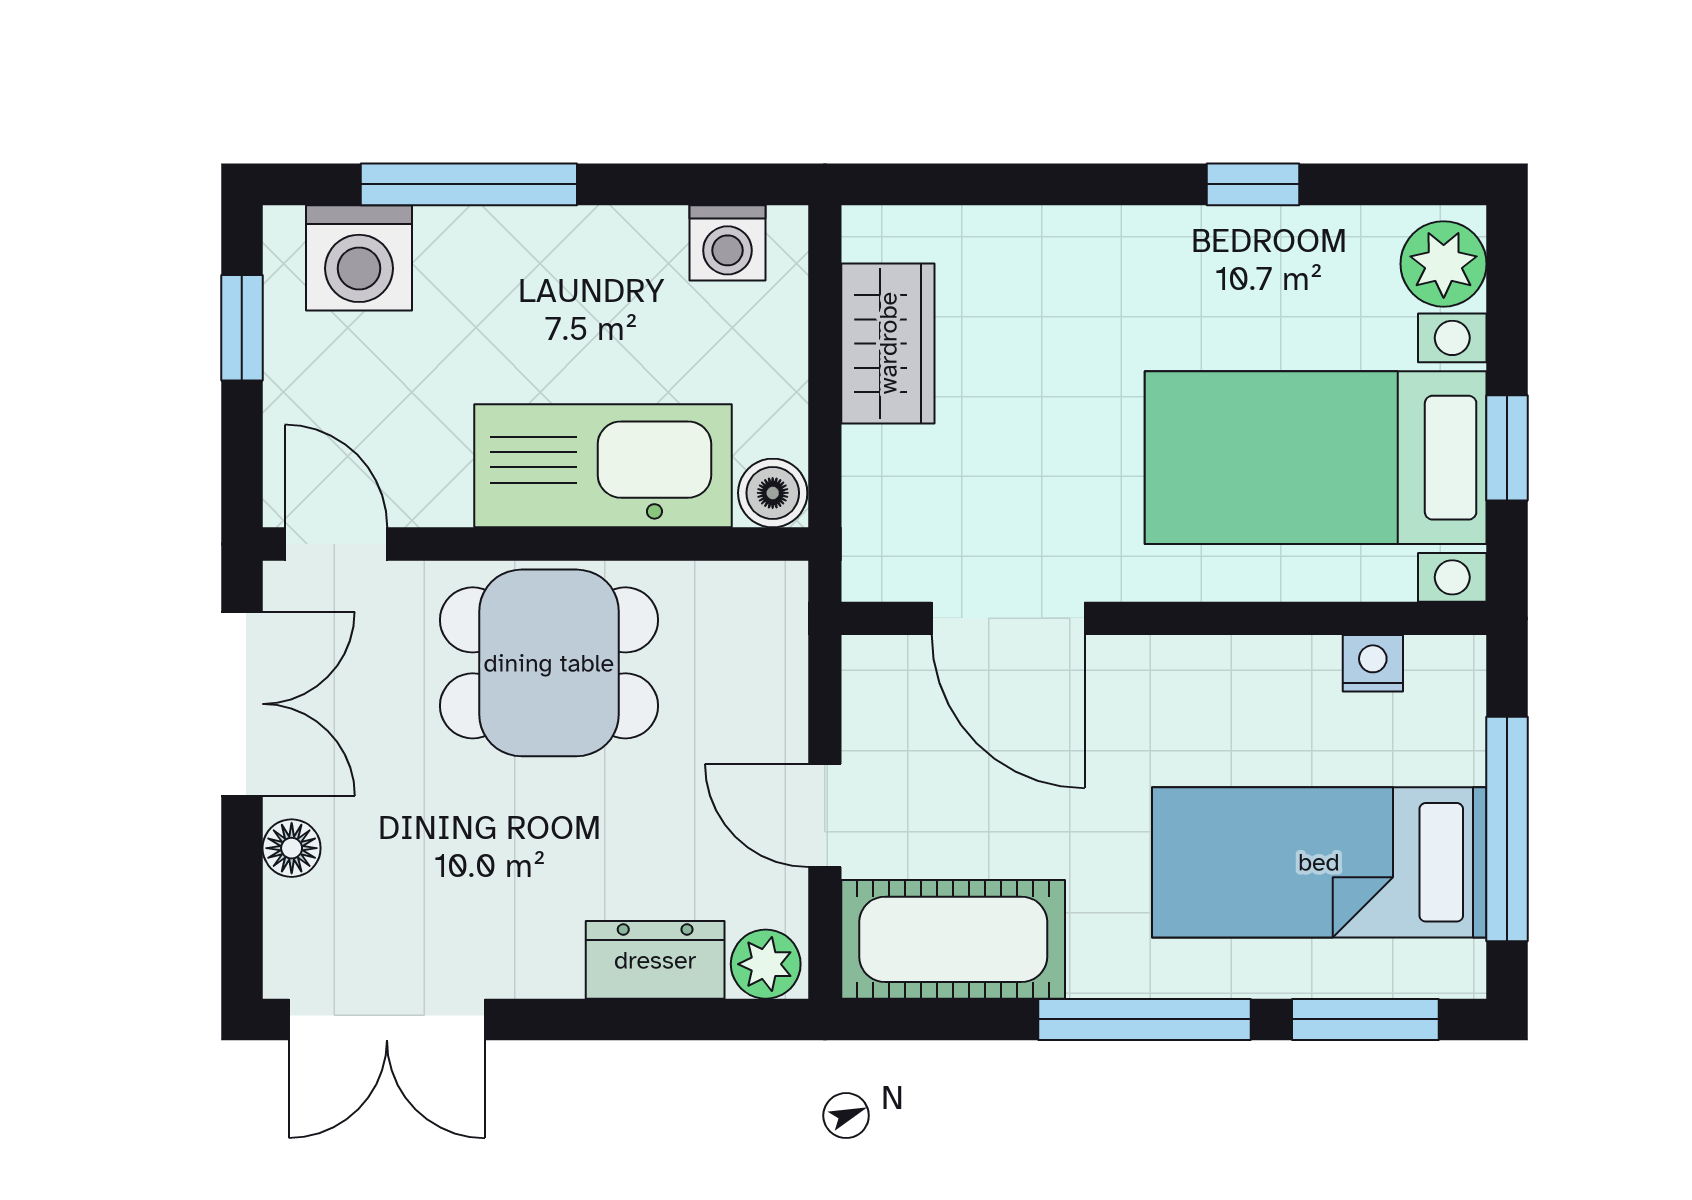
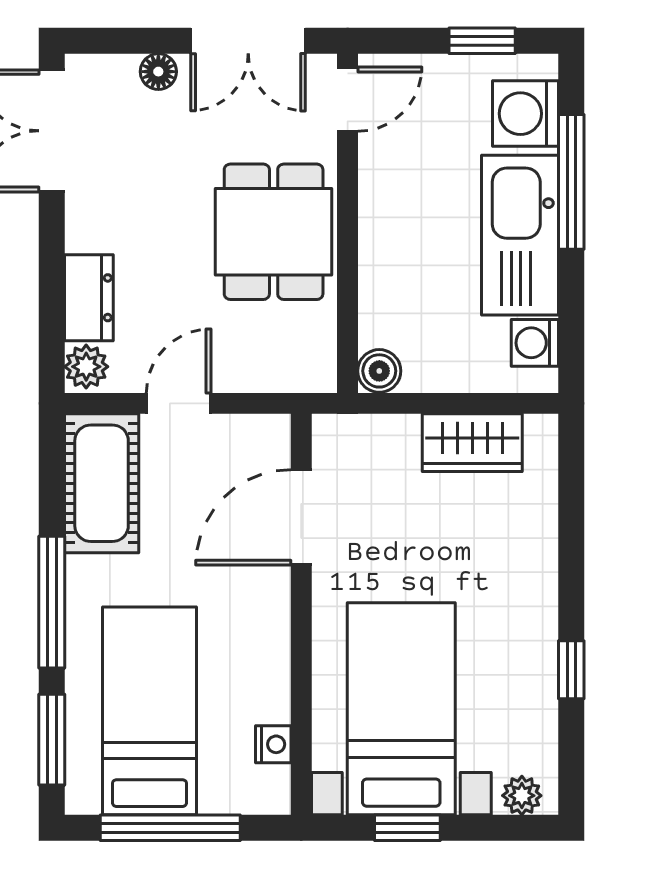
plant: (1444, 264) -> (522, 796), width x0.73, depth x0.73
kitchen sink: (603, 466) -> (520, 235), moved, turned 180

